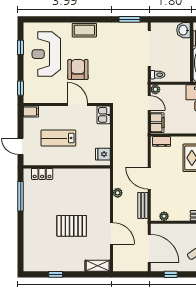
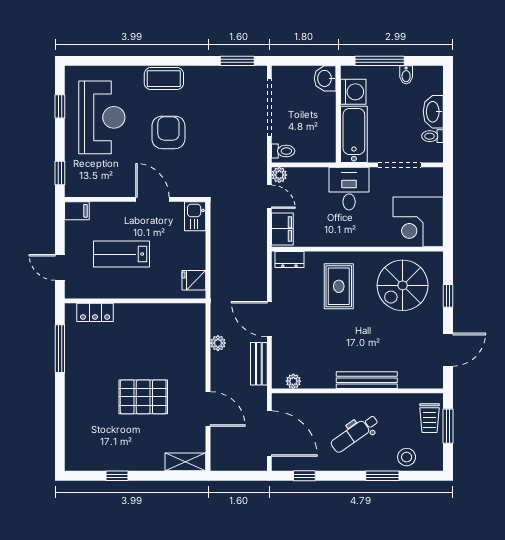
reception desk: (46, 54) -> (102, 117), turned 180
armchair: (78, 70) -> (168, 132), moved

